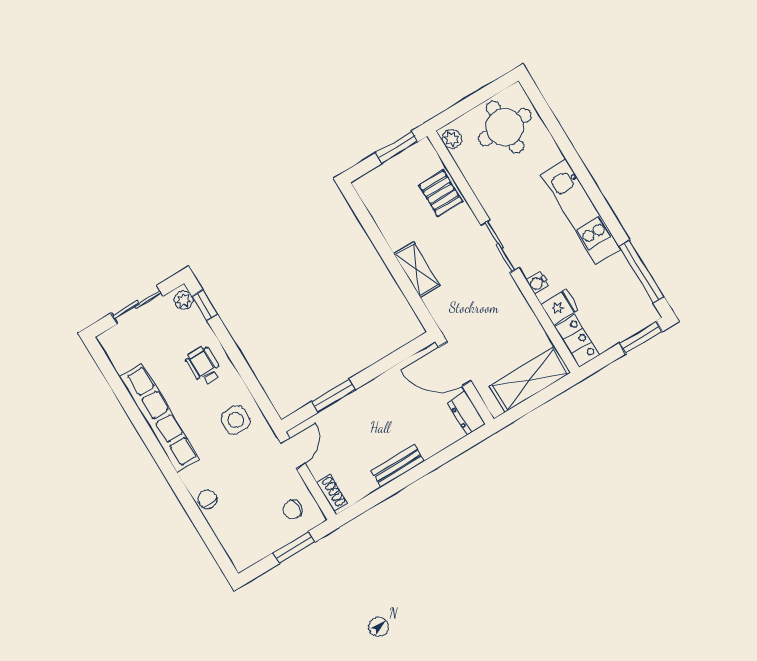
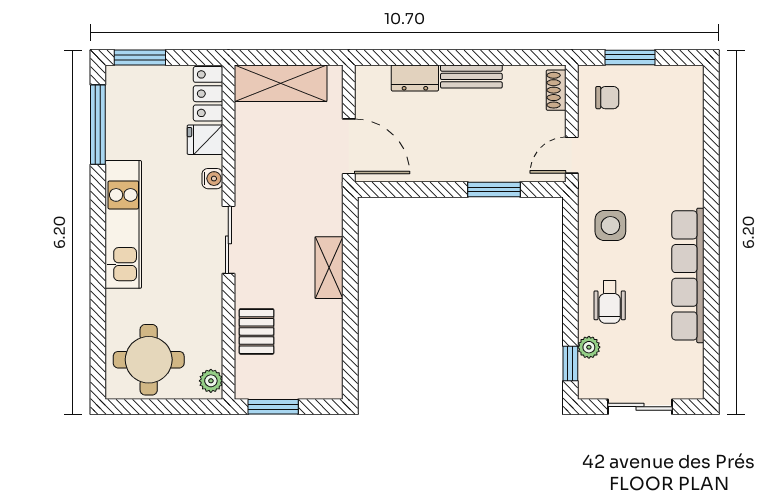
plant: (184, 300) -> (589, 347), moved
dresser: (466, 413) -> (415, 78), moved, turned 90
chair: (207, 499) -> (689, 161), removed

